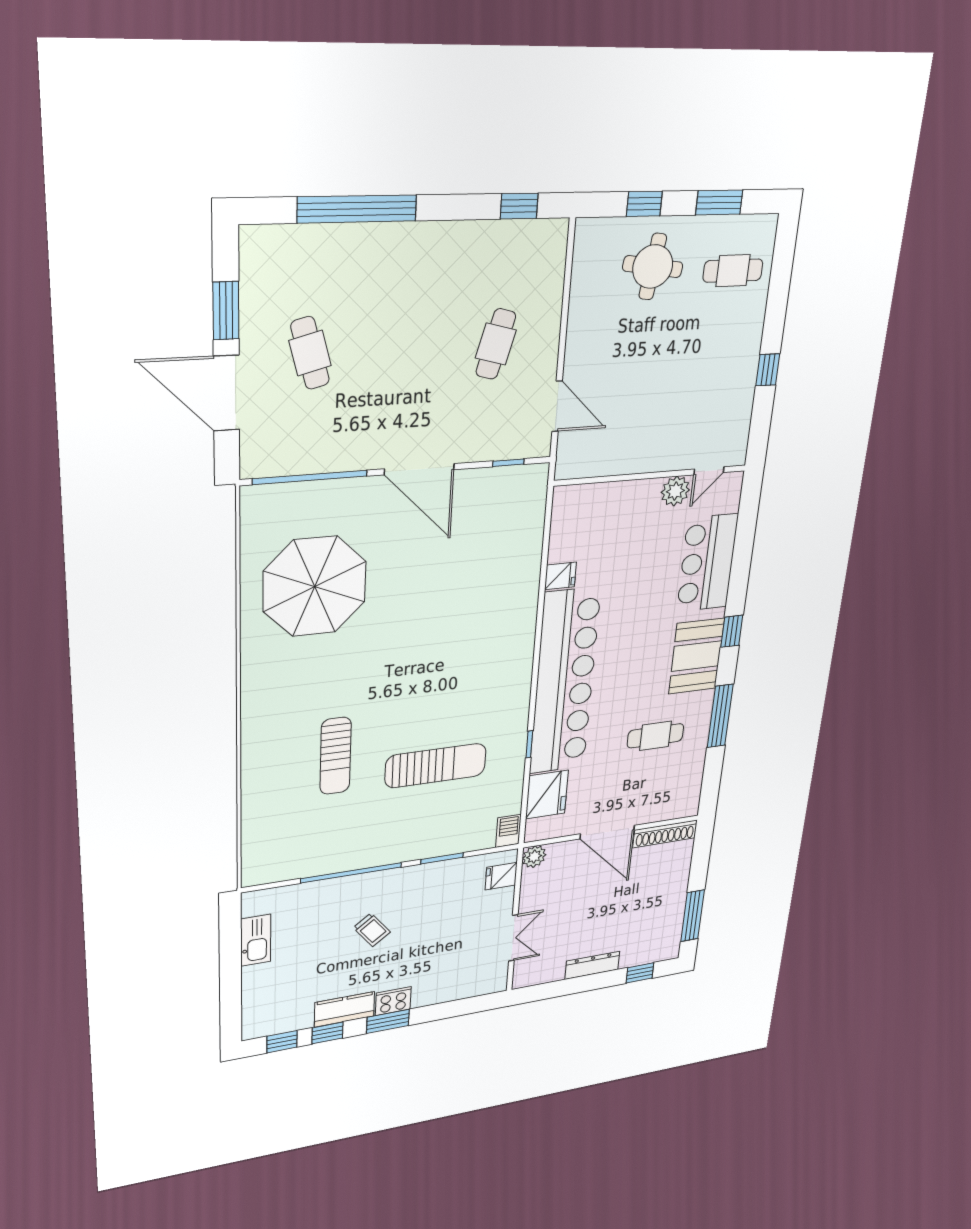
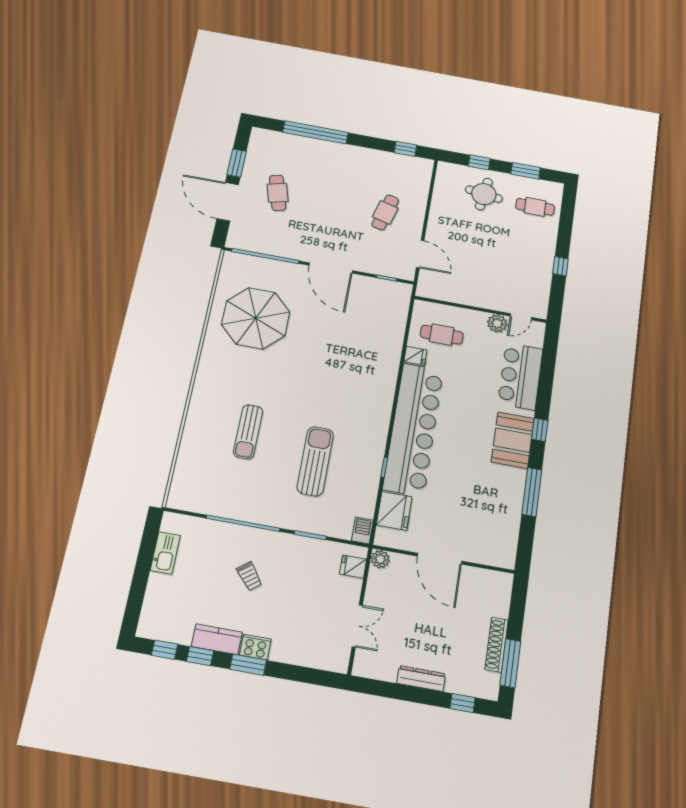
cafe table: (655, 736) -> (442, 335), moved
sun lounger: (436, 766) -> (315, 461), turned -90
shoe rack: (665, 834) -> (497, 645), moved, turned 90

